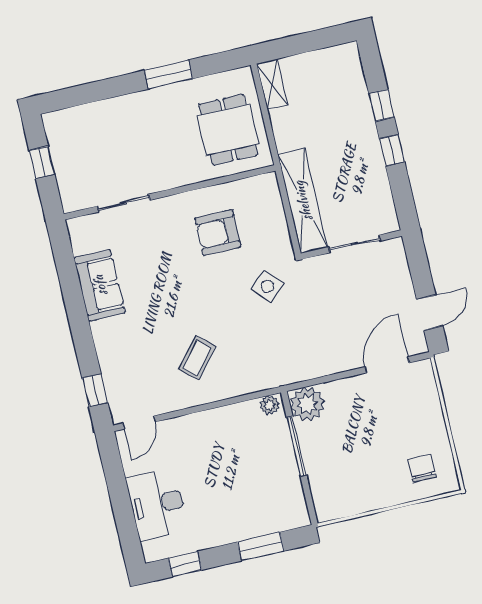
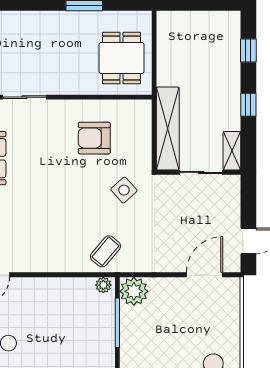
shelving: (272, 84) -> (232, 151), moved
window: (382, 105) -> (248, 50), moved
coffee table: (197, 358) -> (105, 251), moved

